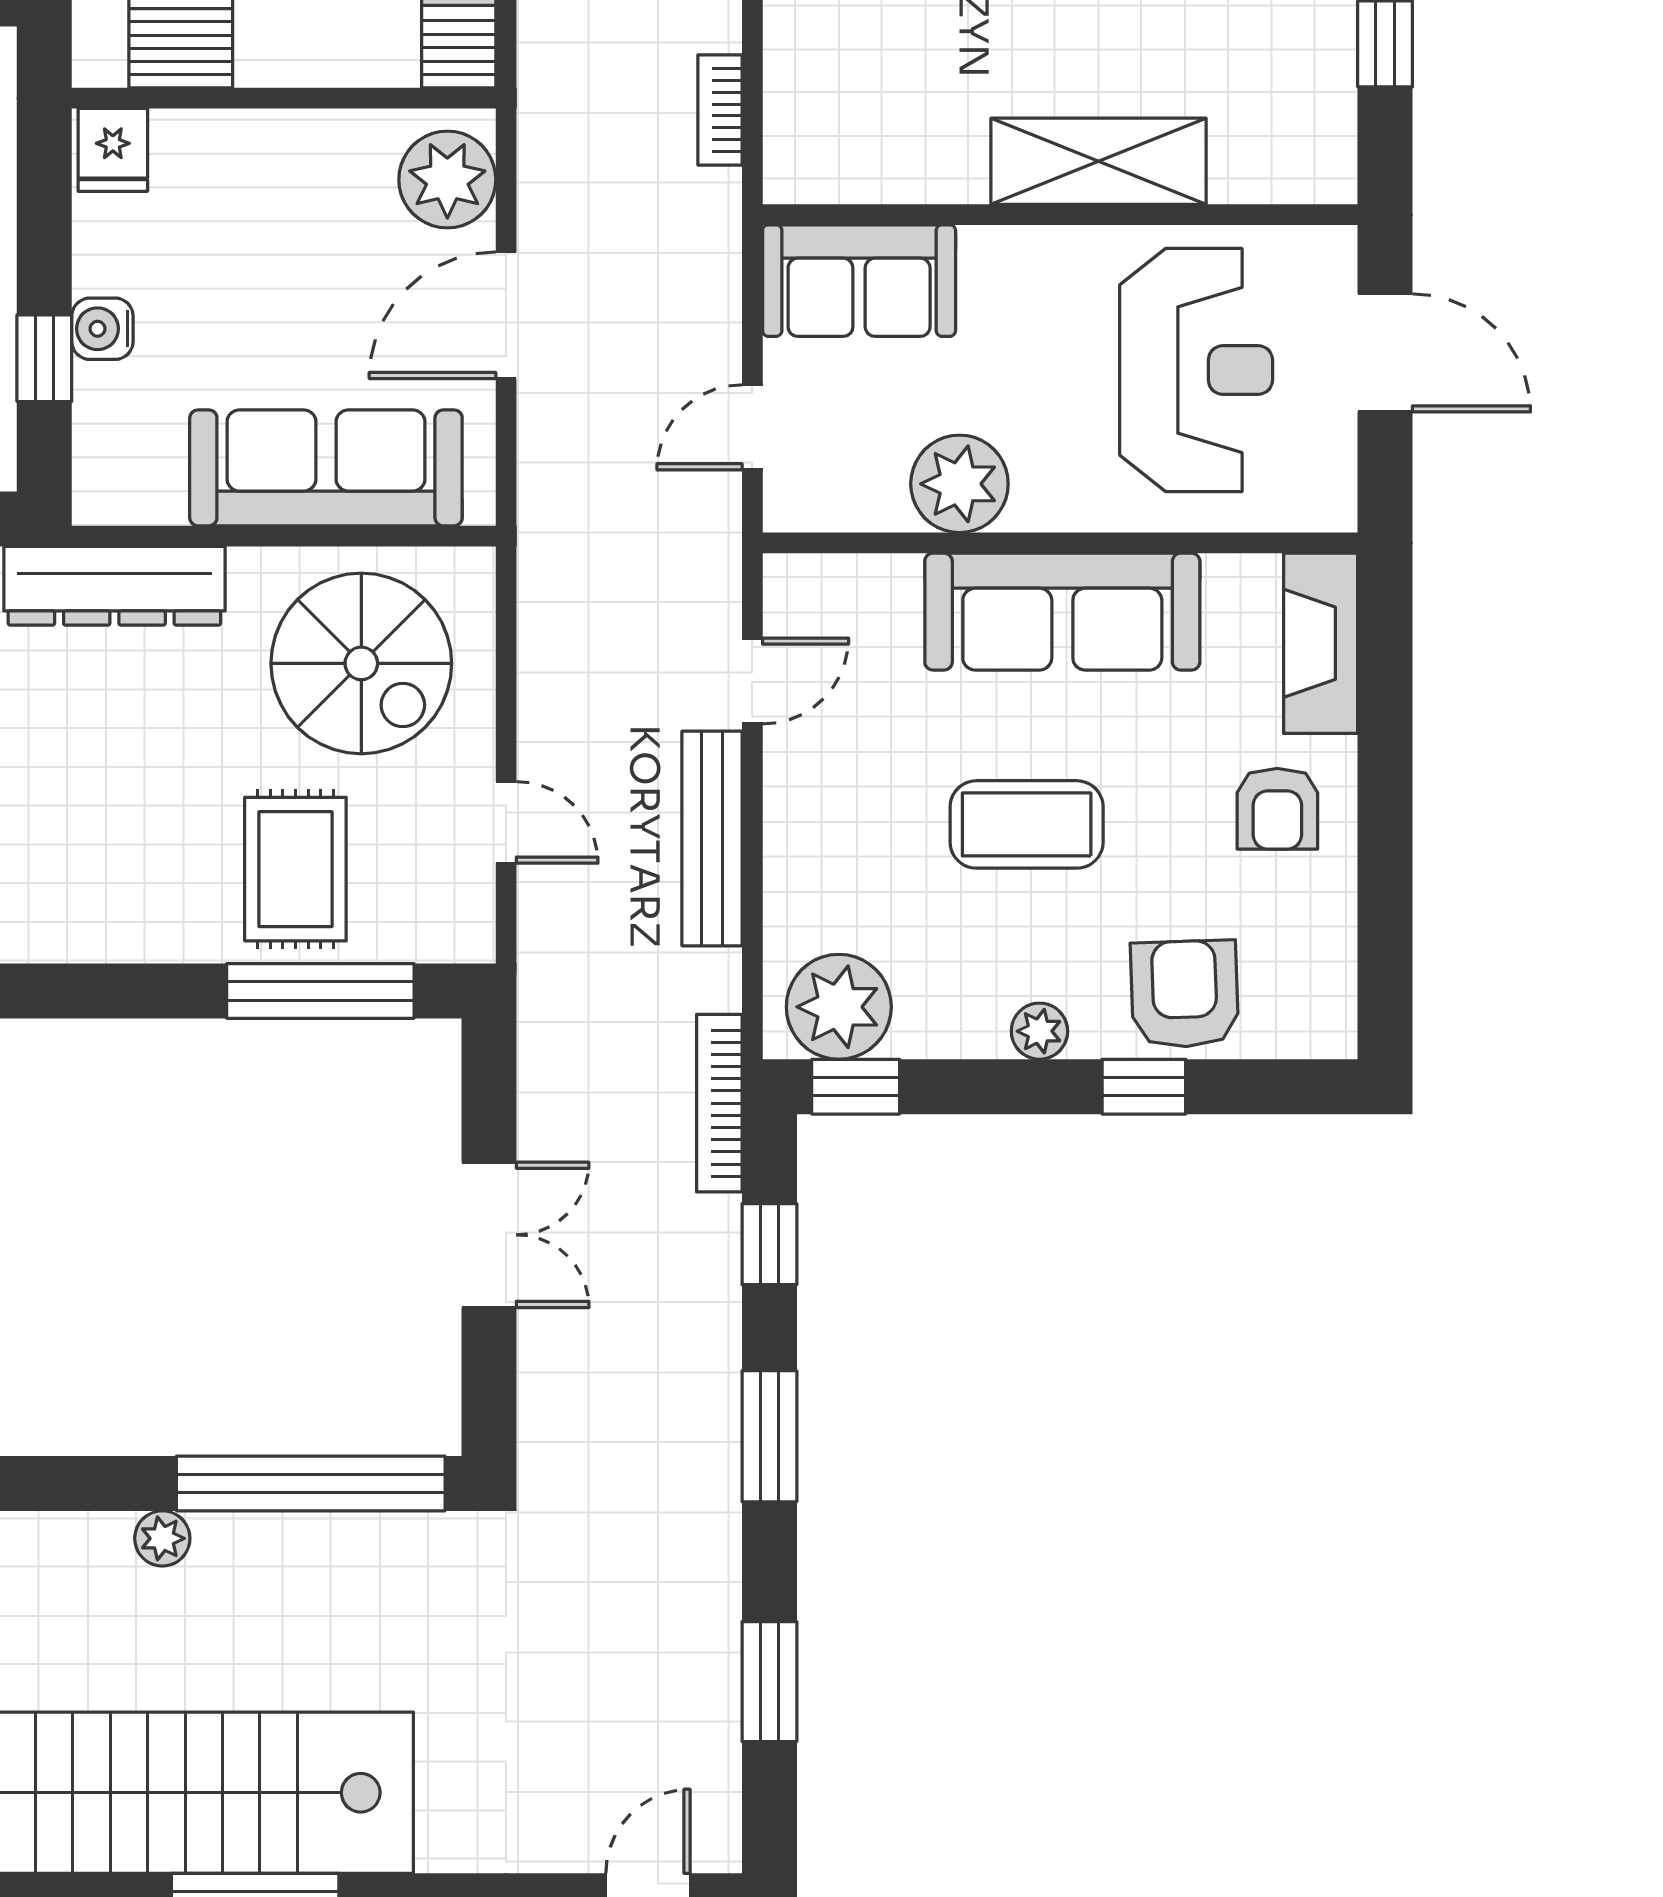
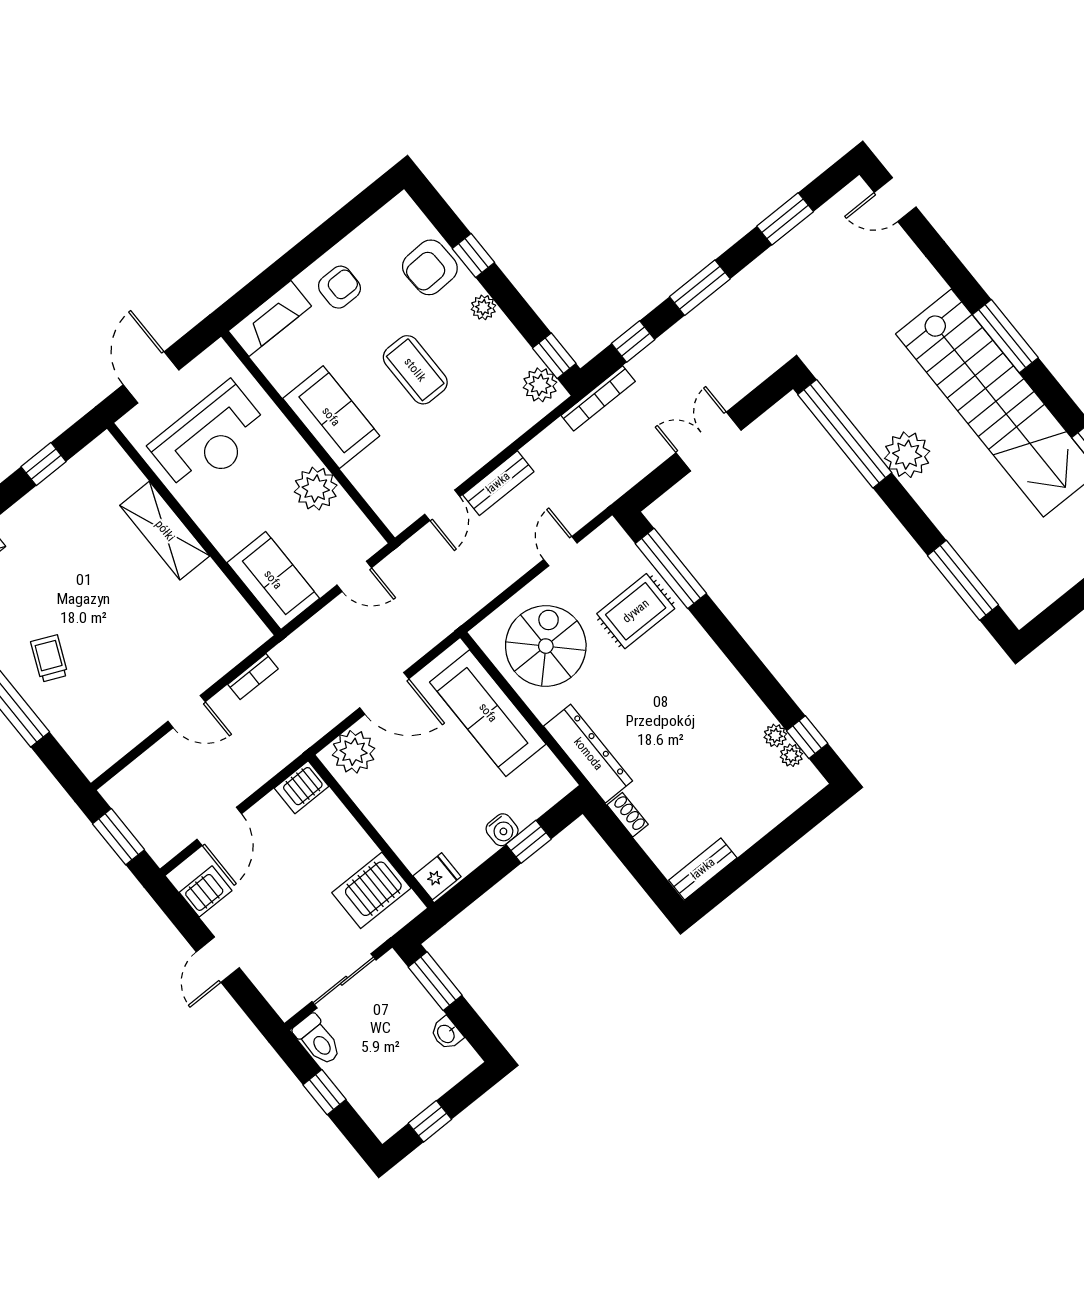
reception desk: (1196, 370) -> (210, 438), turned 180
sofa: (1062, 612) -> (331, 417), width x0.73
door: (752, 681) -> (442, 505), swing flipped
bench: (712, 839) -> (498, 483), width x0.73
plant: (839, 1007) -> (540, 385), width x0.73, depth x0.73
plant: (162, 1538) -> (907, 455), width x1.88, depth x1.88

